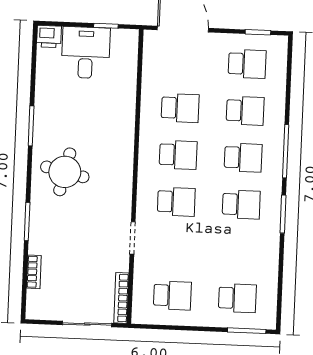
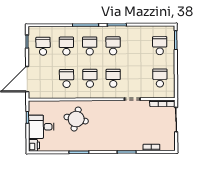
round table: (65, 172) -> (76, 119), moved

